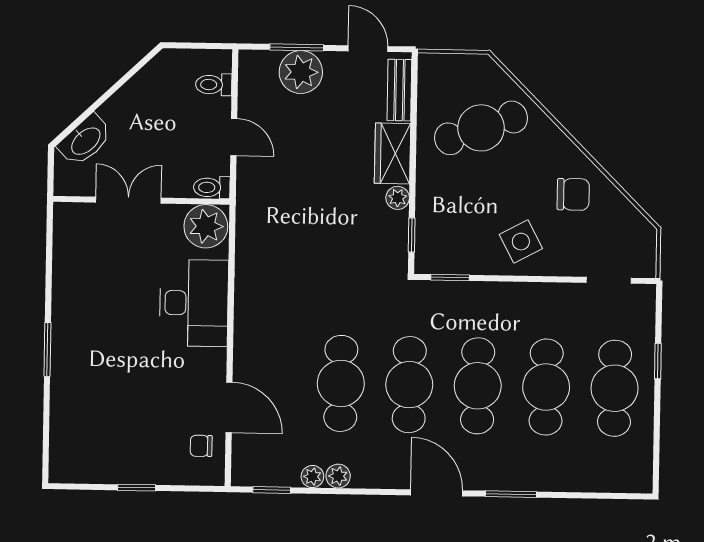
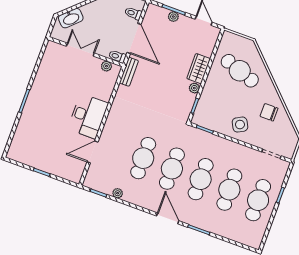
plant: (301, 72) -> (173, 17), width x0.53, depth x0.53
bench: (399, 90) -> (129, 72), moved
cafe table: (481, 128) -> (240, 71), turned 39
door: (234, 137) -> (134, 38), width x1.88
chair: (573, 194) -> (269, 112), turned 180
plant: (206, 226) -> (106, 66), width x0.53, depth x0.53
desk: (194, 303) -> (88, 116), moved
door: (229, 407) -> (92, 152), swing flipped
chair: (201, 446) -> (75, 164), removed
plant: (338, 476) -> (128, 197), removed

